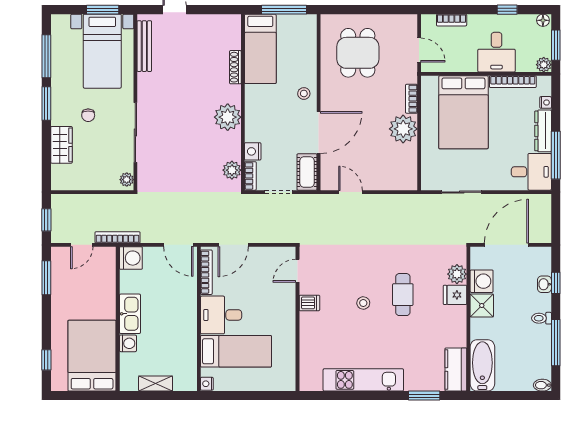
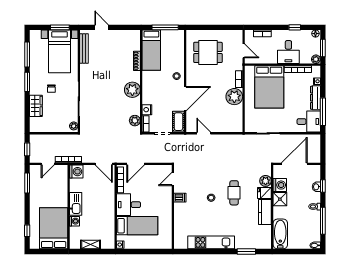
dining table: (358, 53) -> (208, 52), turned 90
kitchen counter: (456, 369) -> (265, 212), moved

